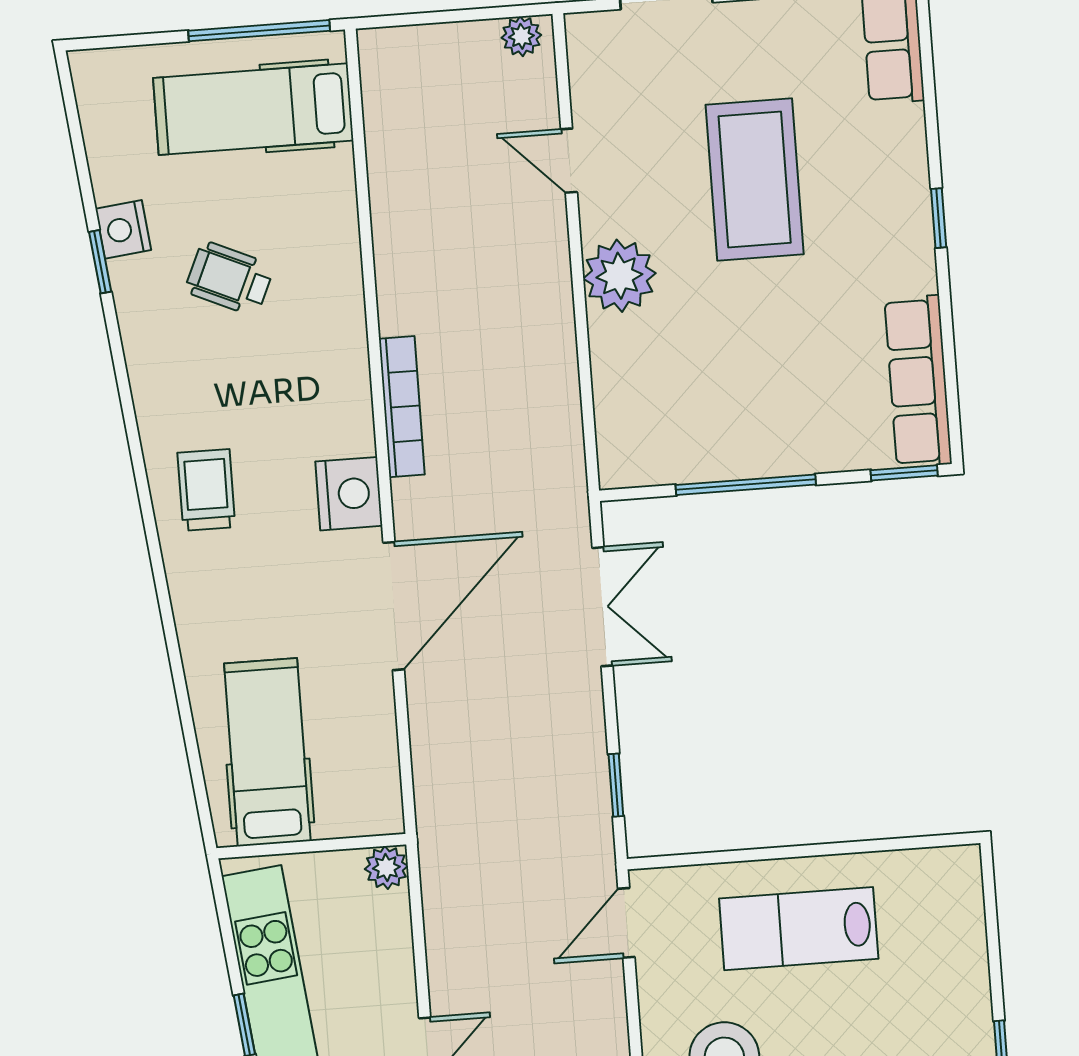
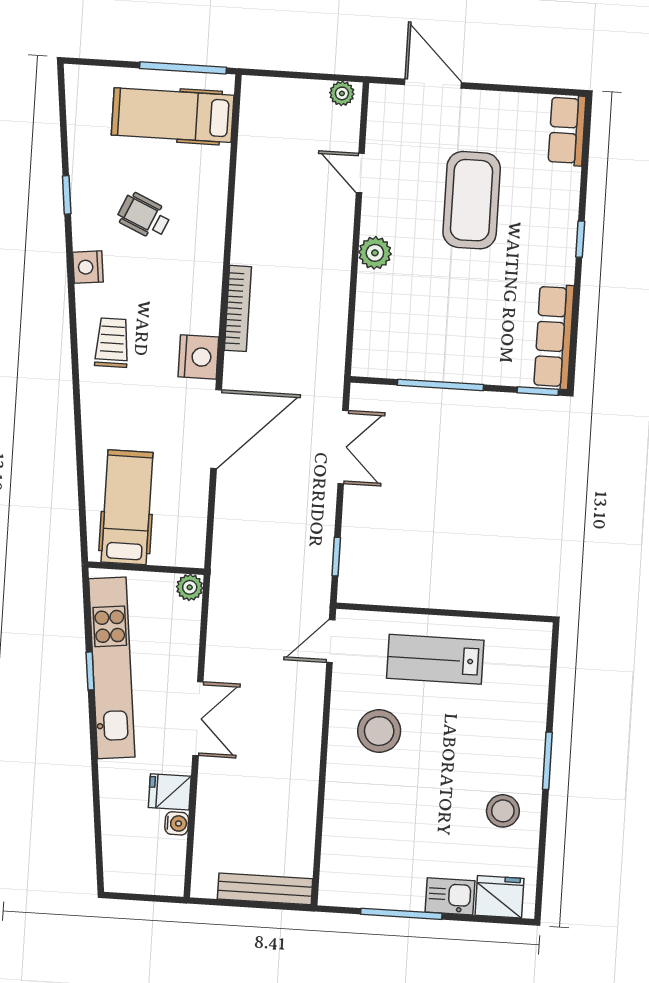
nightstand: (123, 229) -> (88, 267), moved
plant: (619, 276) -> (375, 253), width x0.73, depth x0.73

